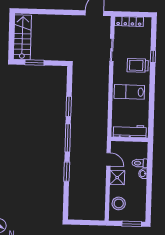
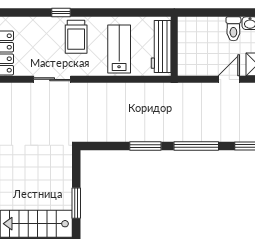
lab bench: (129, 92) -> (119, 49), turned 180
workbench: (130, 131) -> (161, 46), moved
wall: (130, 139) -> (174, 46), moved

